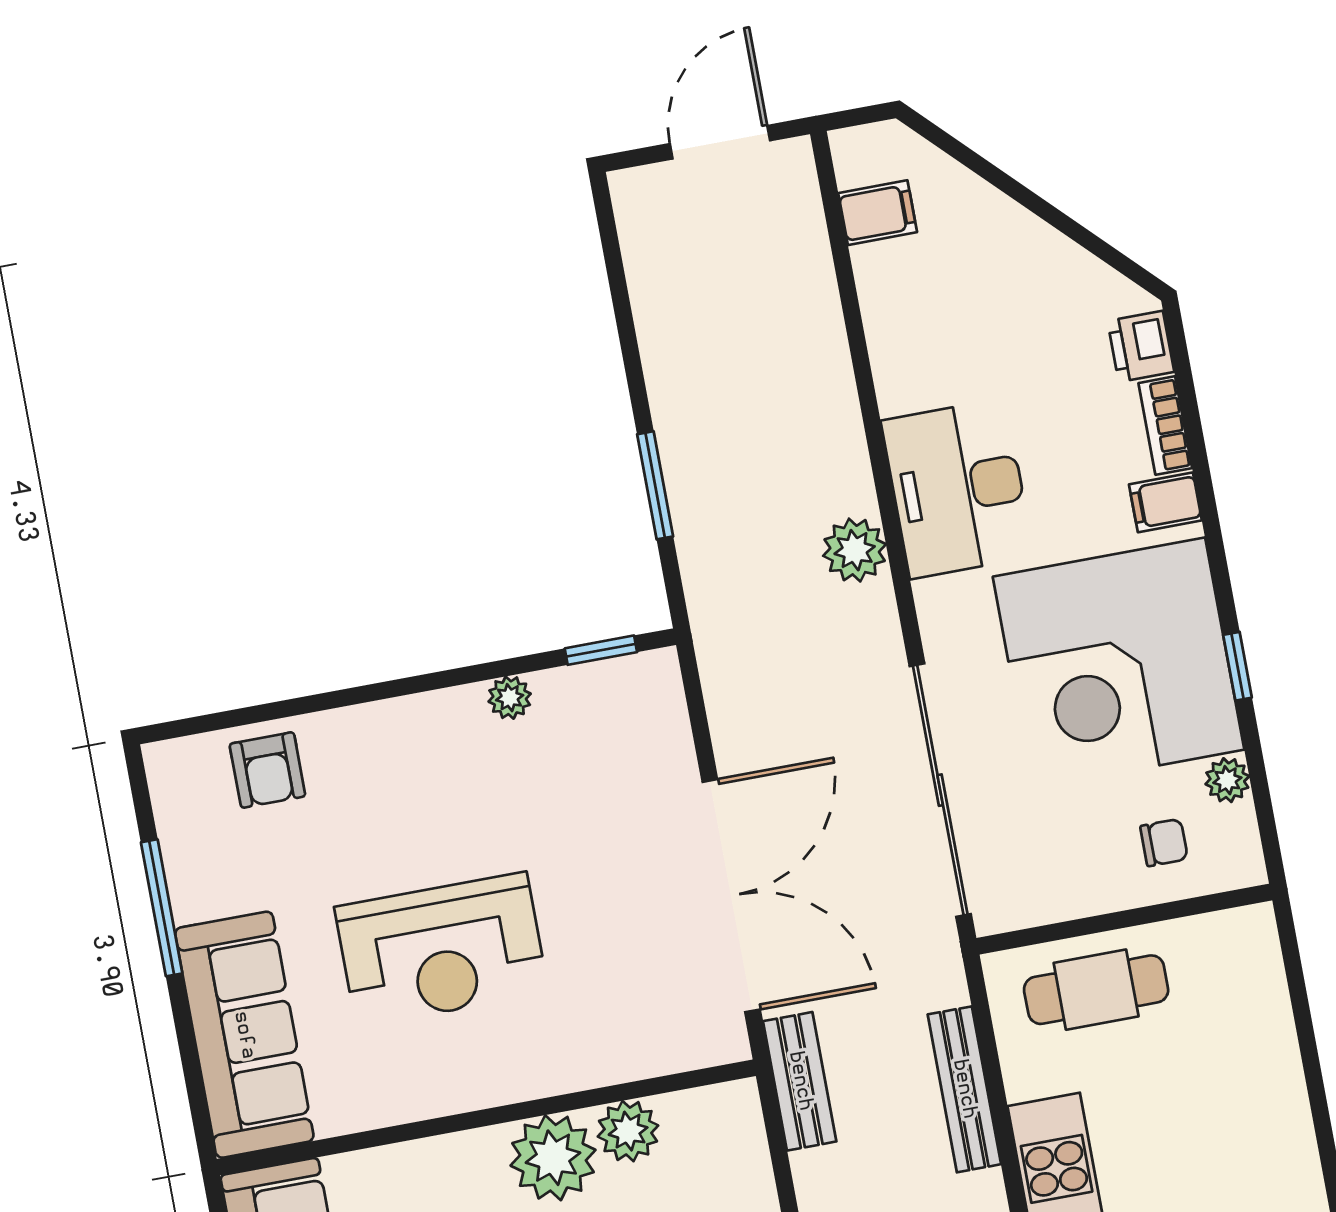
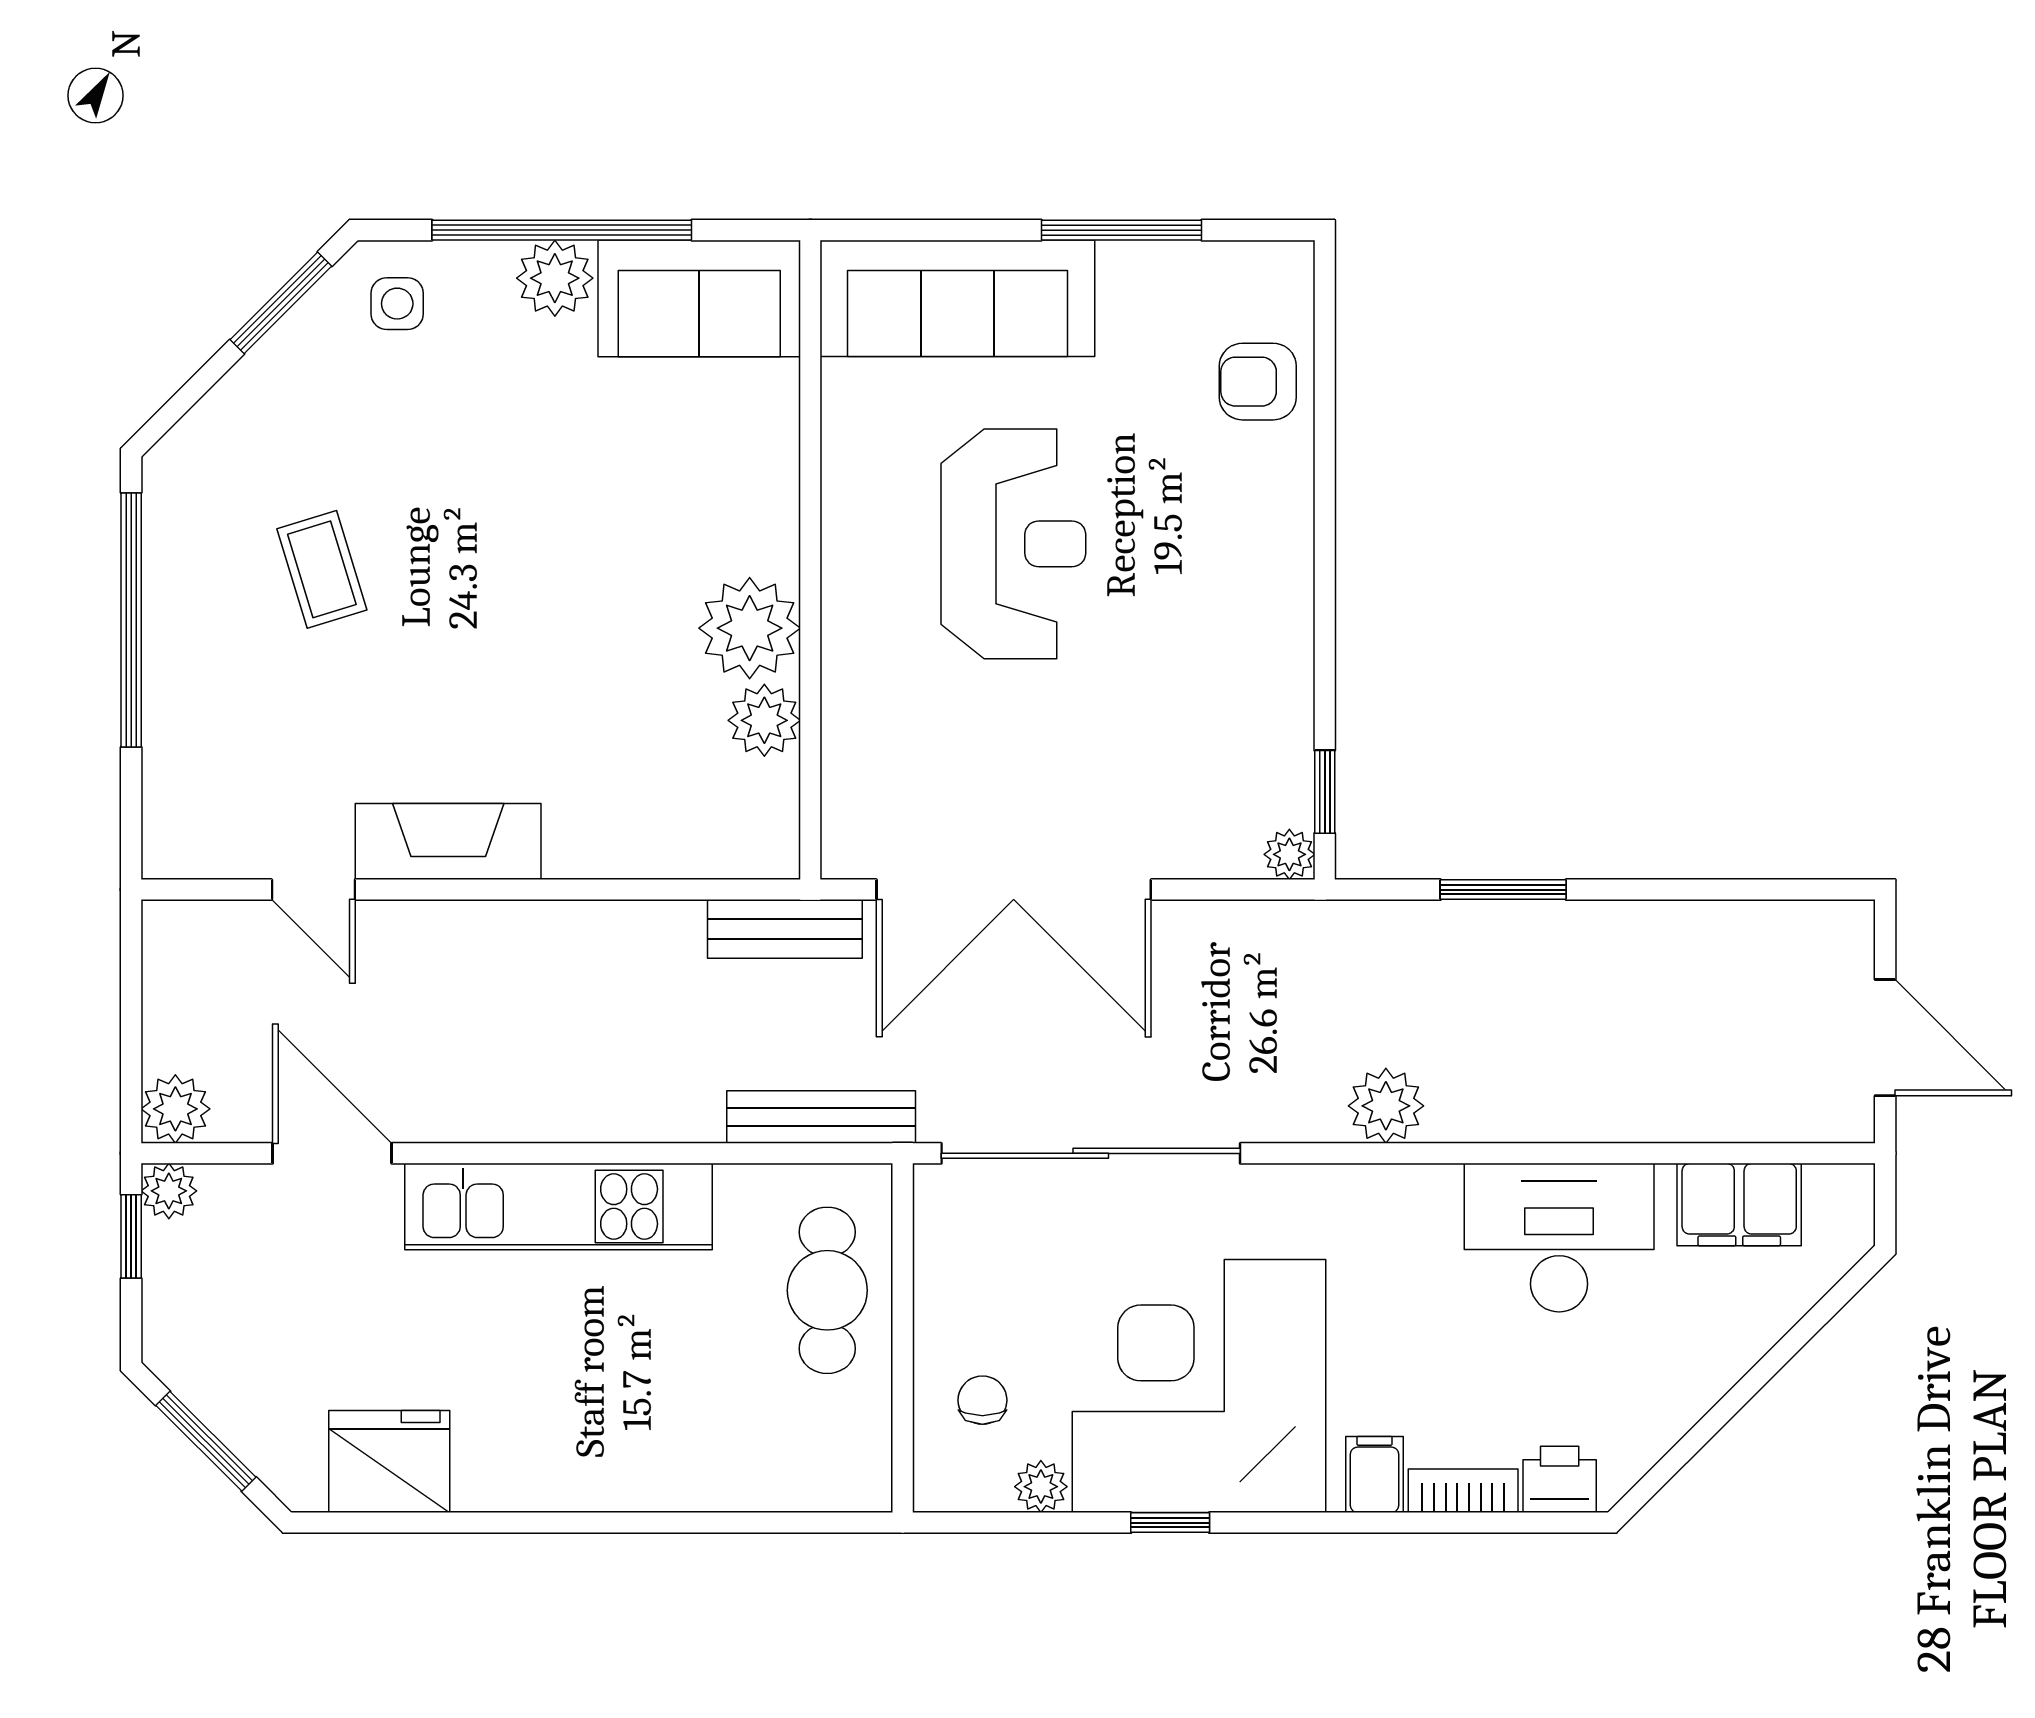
filing cabinet: (878, 213) -> (1739, 1204), width x2.00
desk: (958, 489) -> (1559, 1238), moved
plant: (510, 698) -> (1289, 854), moved
chair: (1164, 843) -> (982, 1400), turned 180
reception desk: (441, 950) -> (1013, 544), turned 180
bench: (964, 1089) -> (821, 1117), moved

